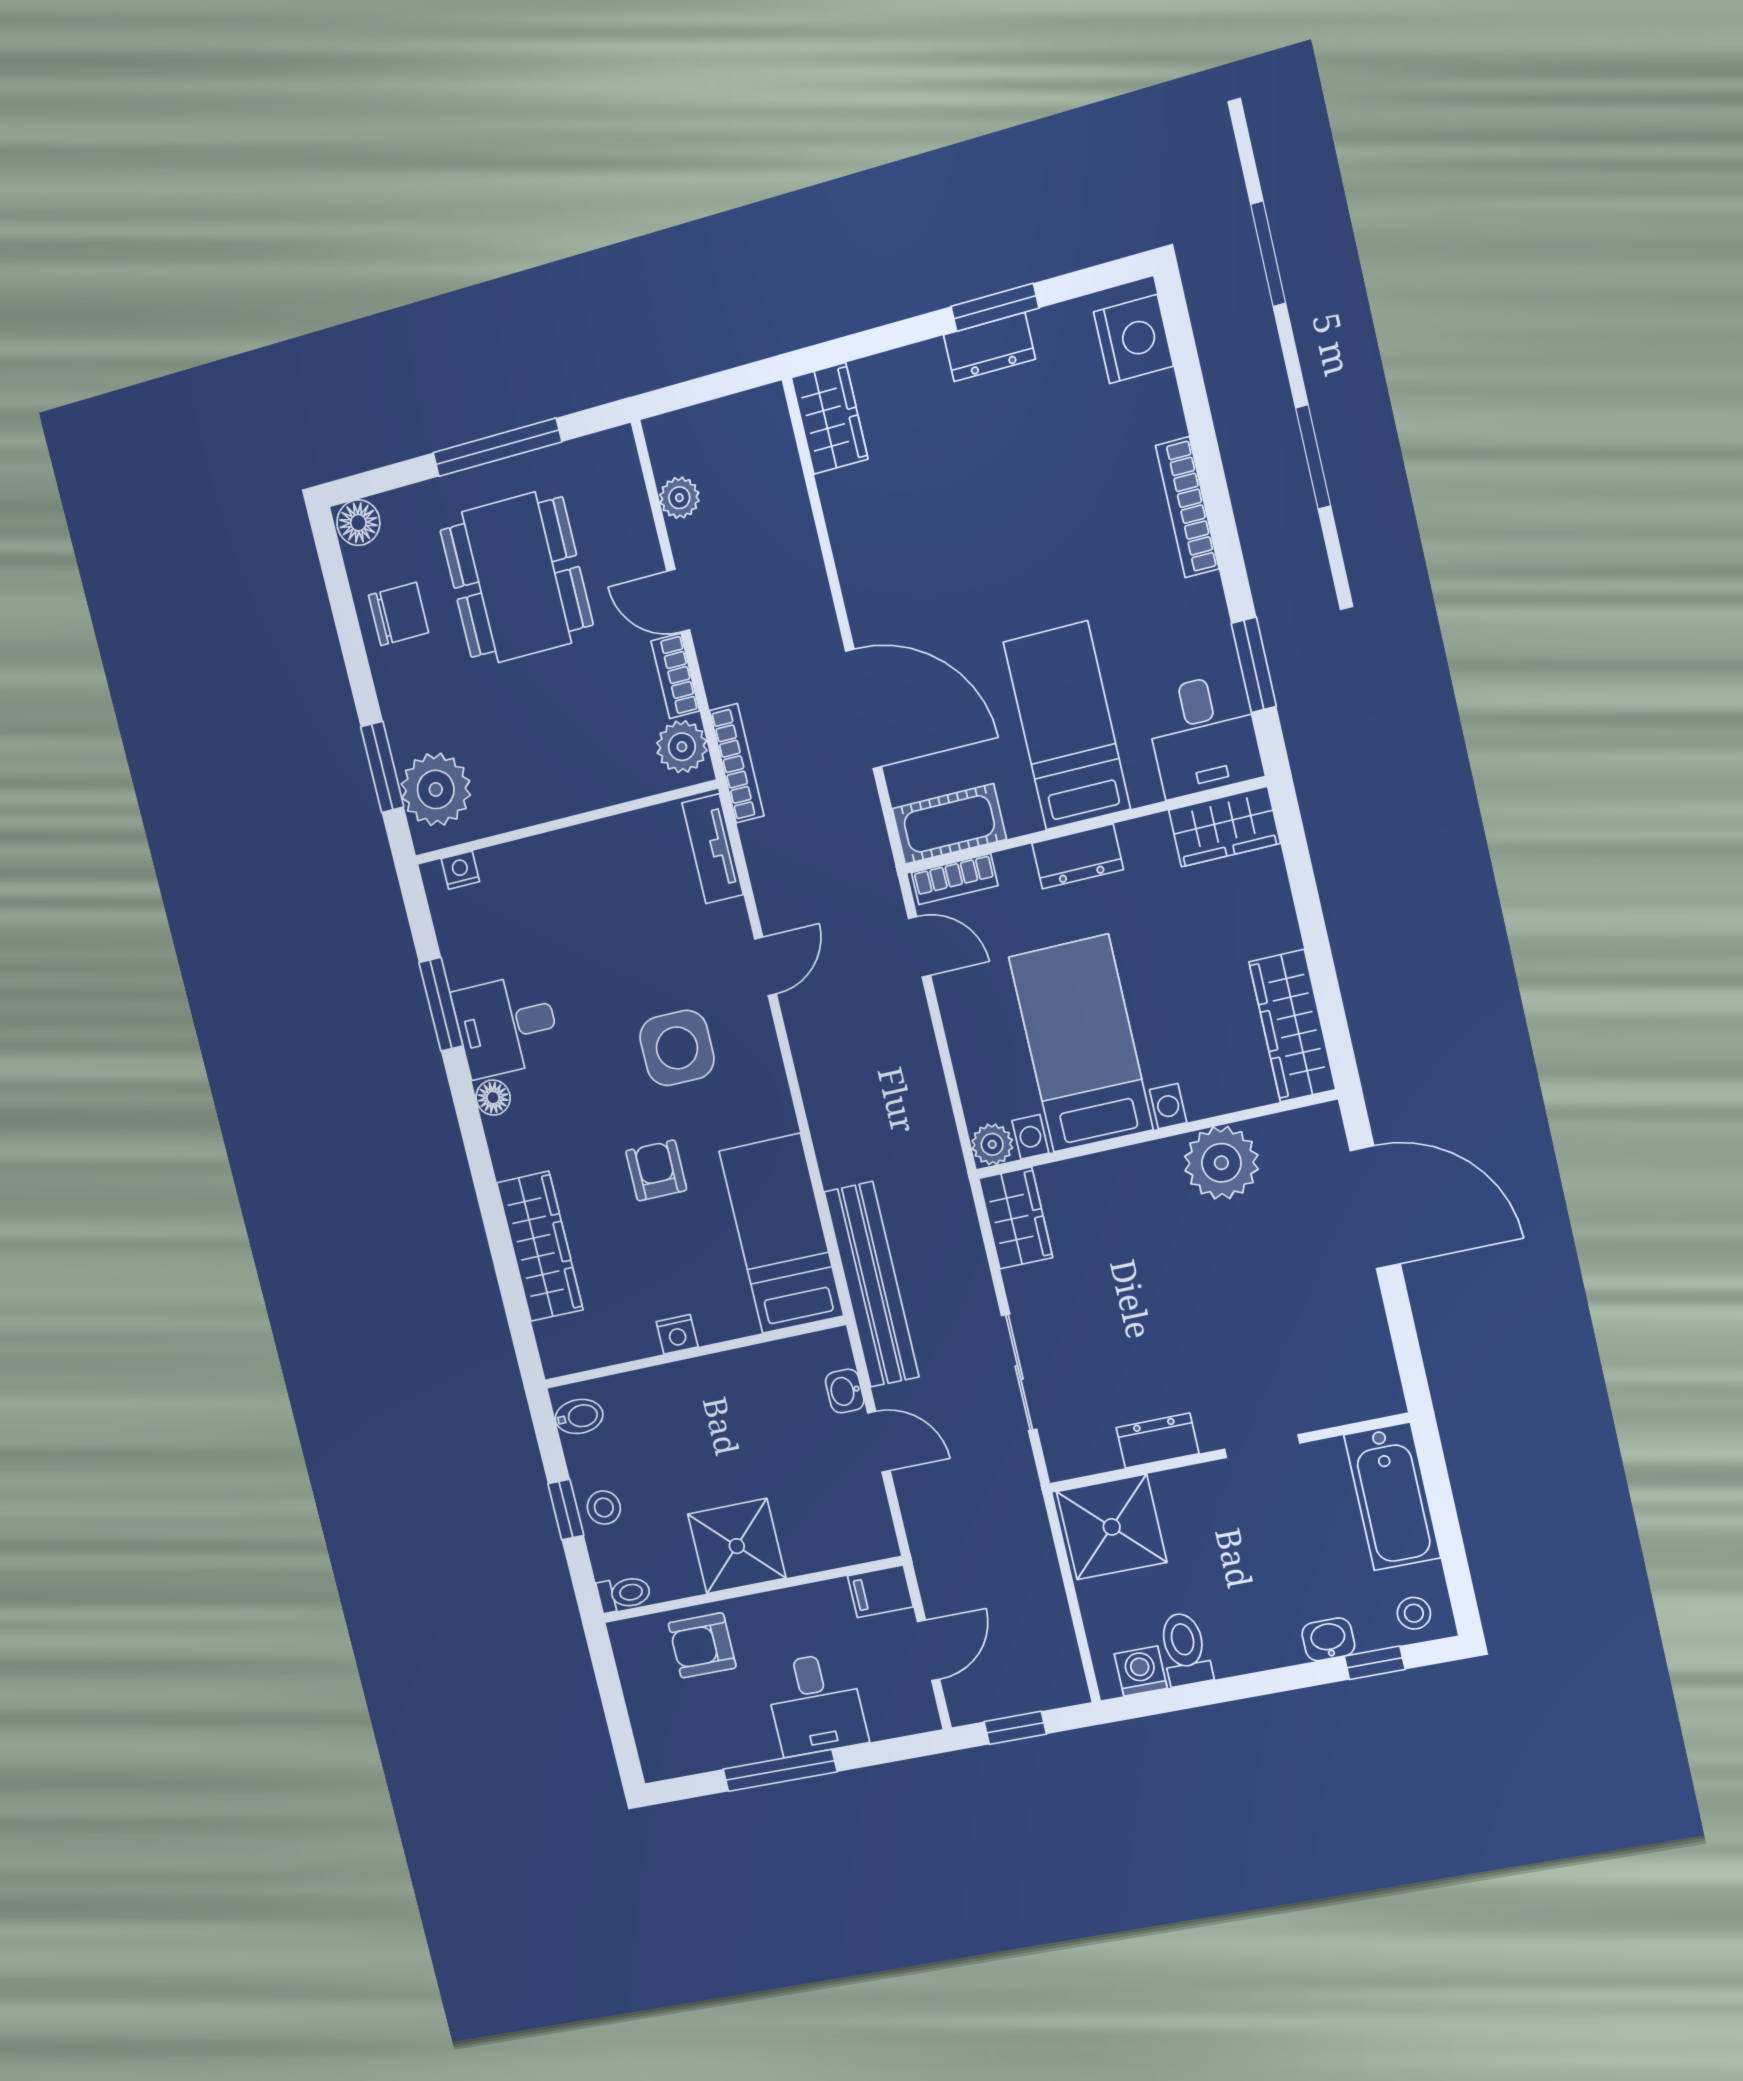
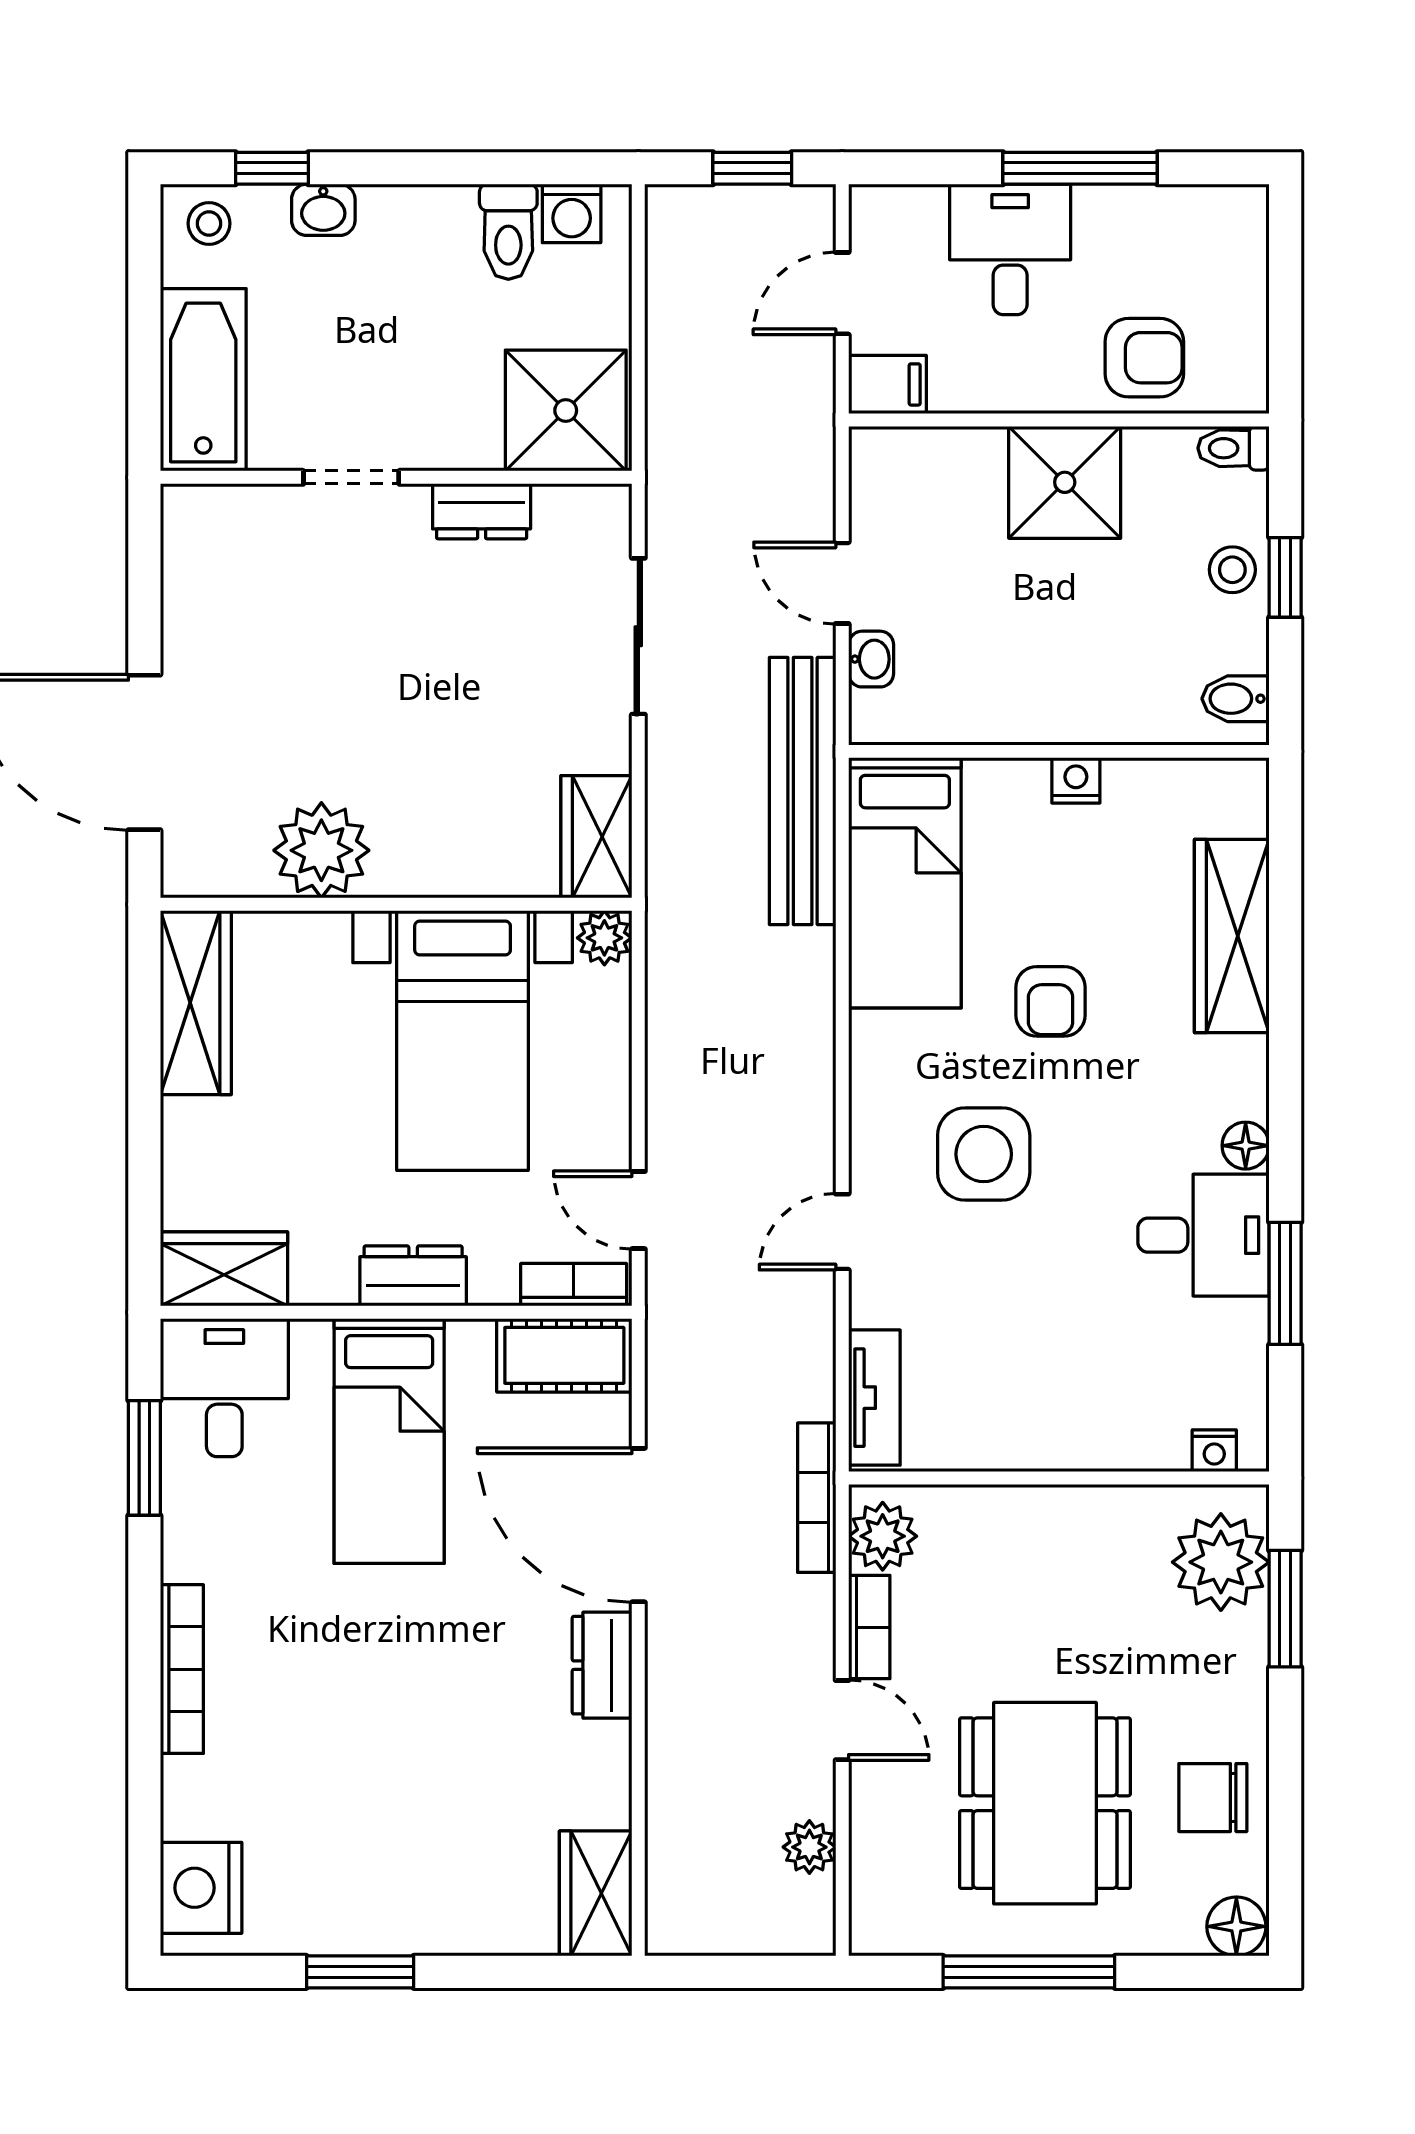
dresser: (989, 347) -> (602, 1665), moved, turned -90

